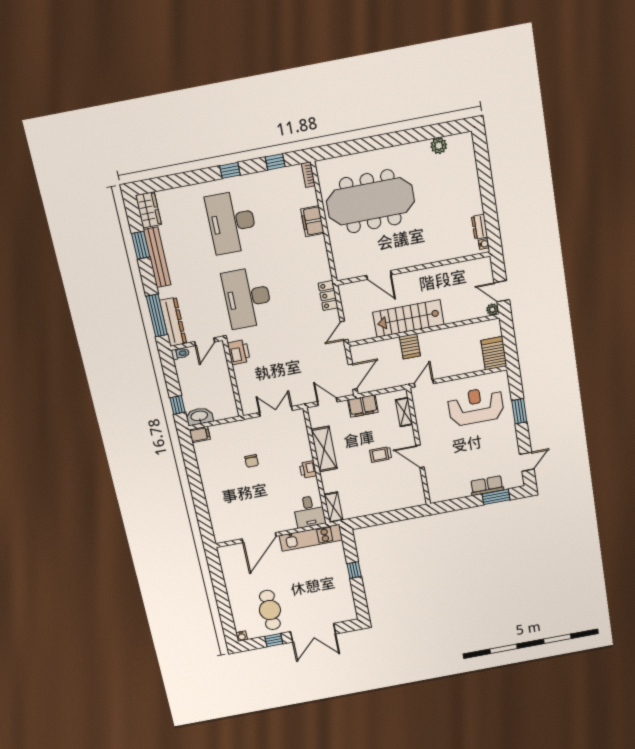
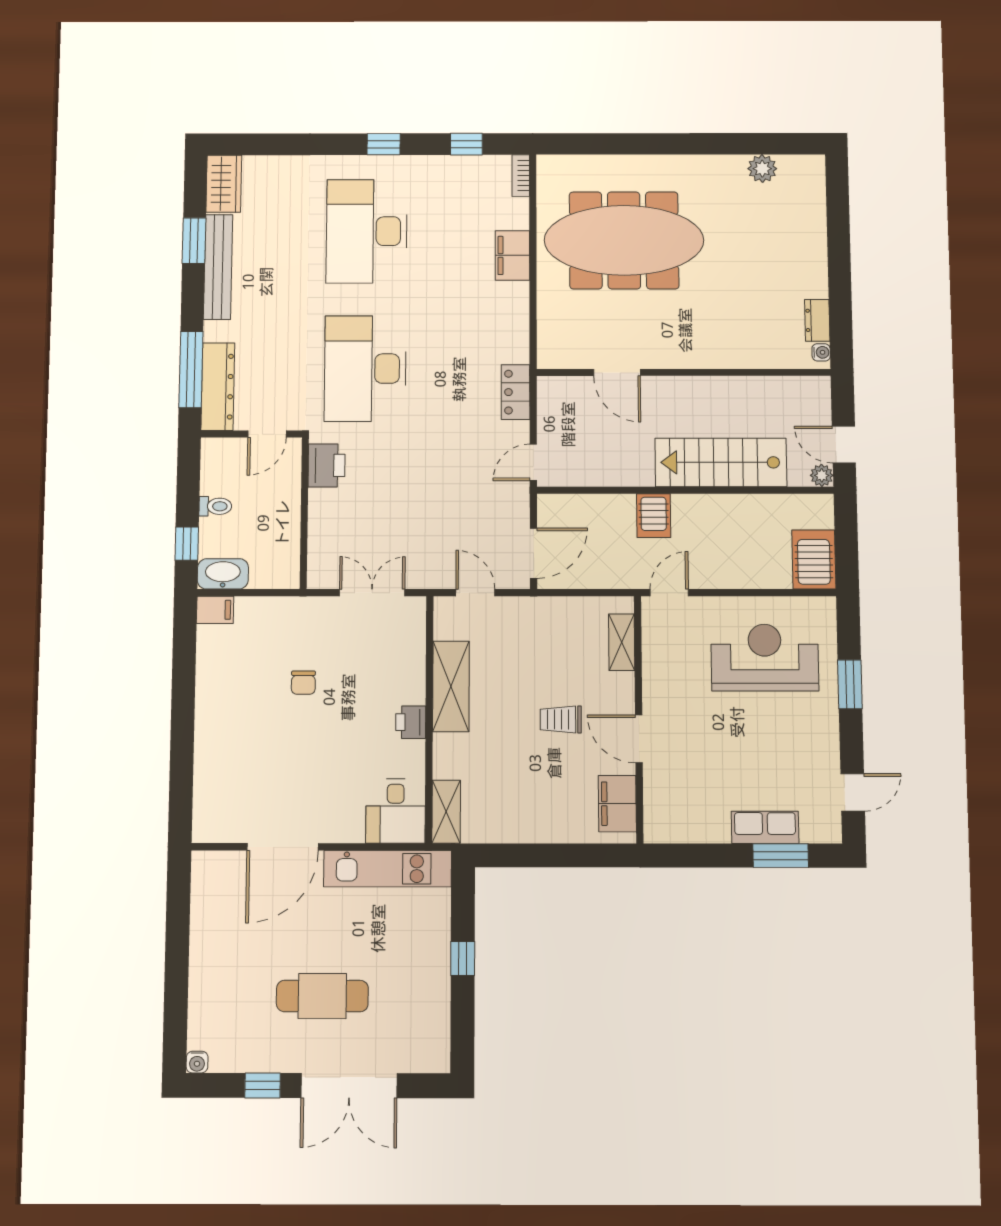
stairs: (408, 318) -> (721, 462), moved
toilet: (180, 353) -> (215, 506), moved
filing cabinet: (363, 406) -> (617, 804), moved, turned 90
cafe table: (270, 610) -> (322, 996), moved, turned 90

